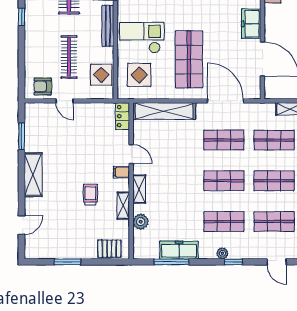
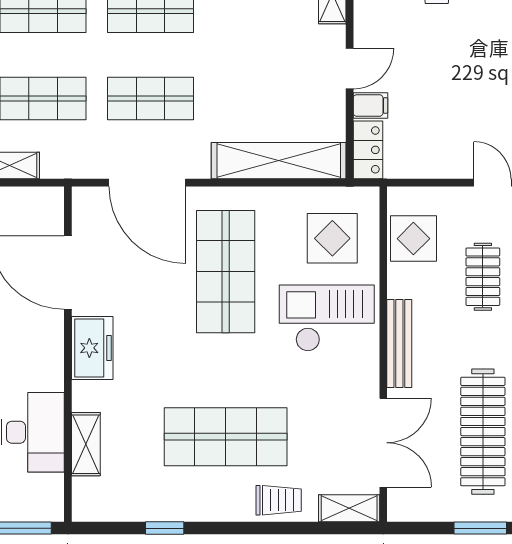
checkout: (142, 38) -> (327, 318), turned 180
clothes rail: (69, 57) -> (483, 277), width x0.73
door: (131, 154) -> (350, 68), swing flipped
filing cabinet: (121, 172) -> (370, 105), moved

